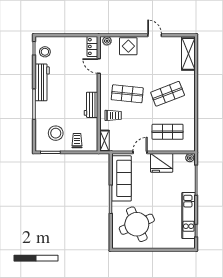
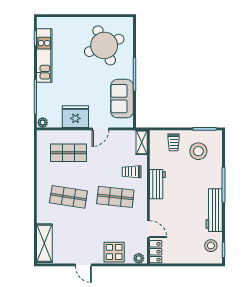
shop shelf: (168, 94) -> (68, 197), turned 30
sofa: (121, 178) -> (122, 99), width x0.73

